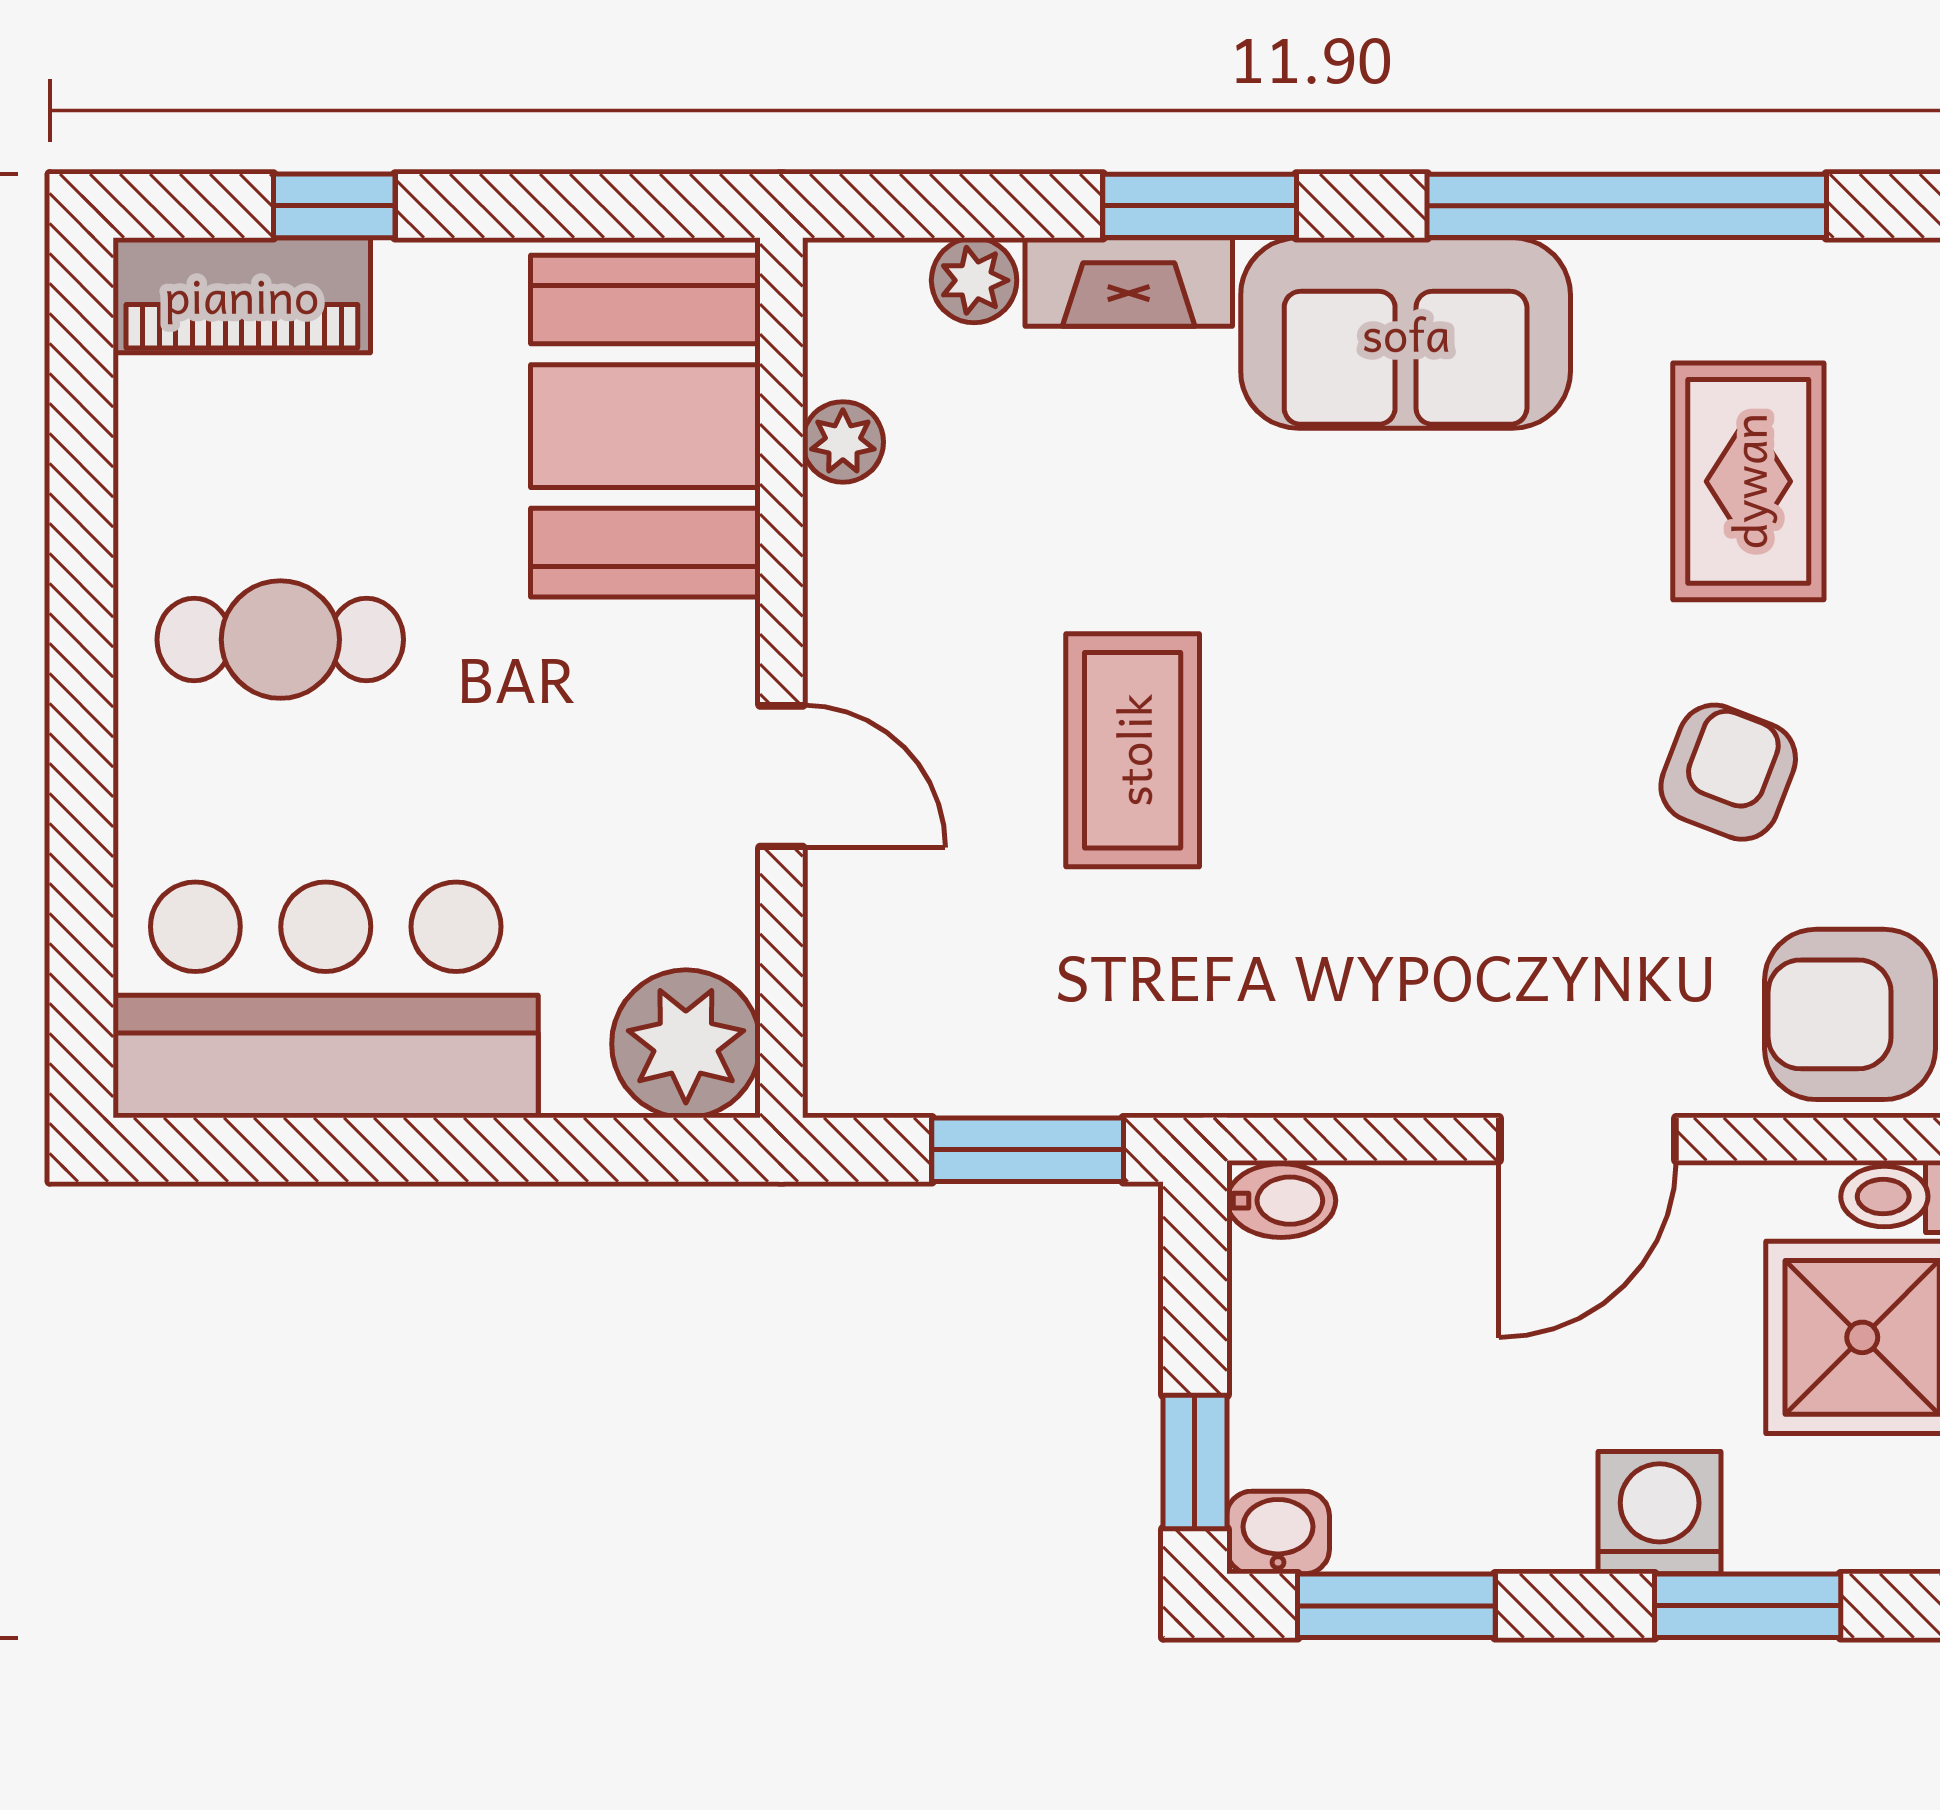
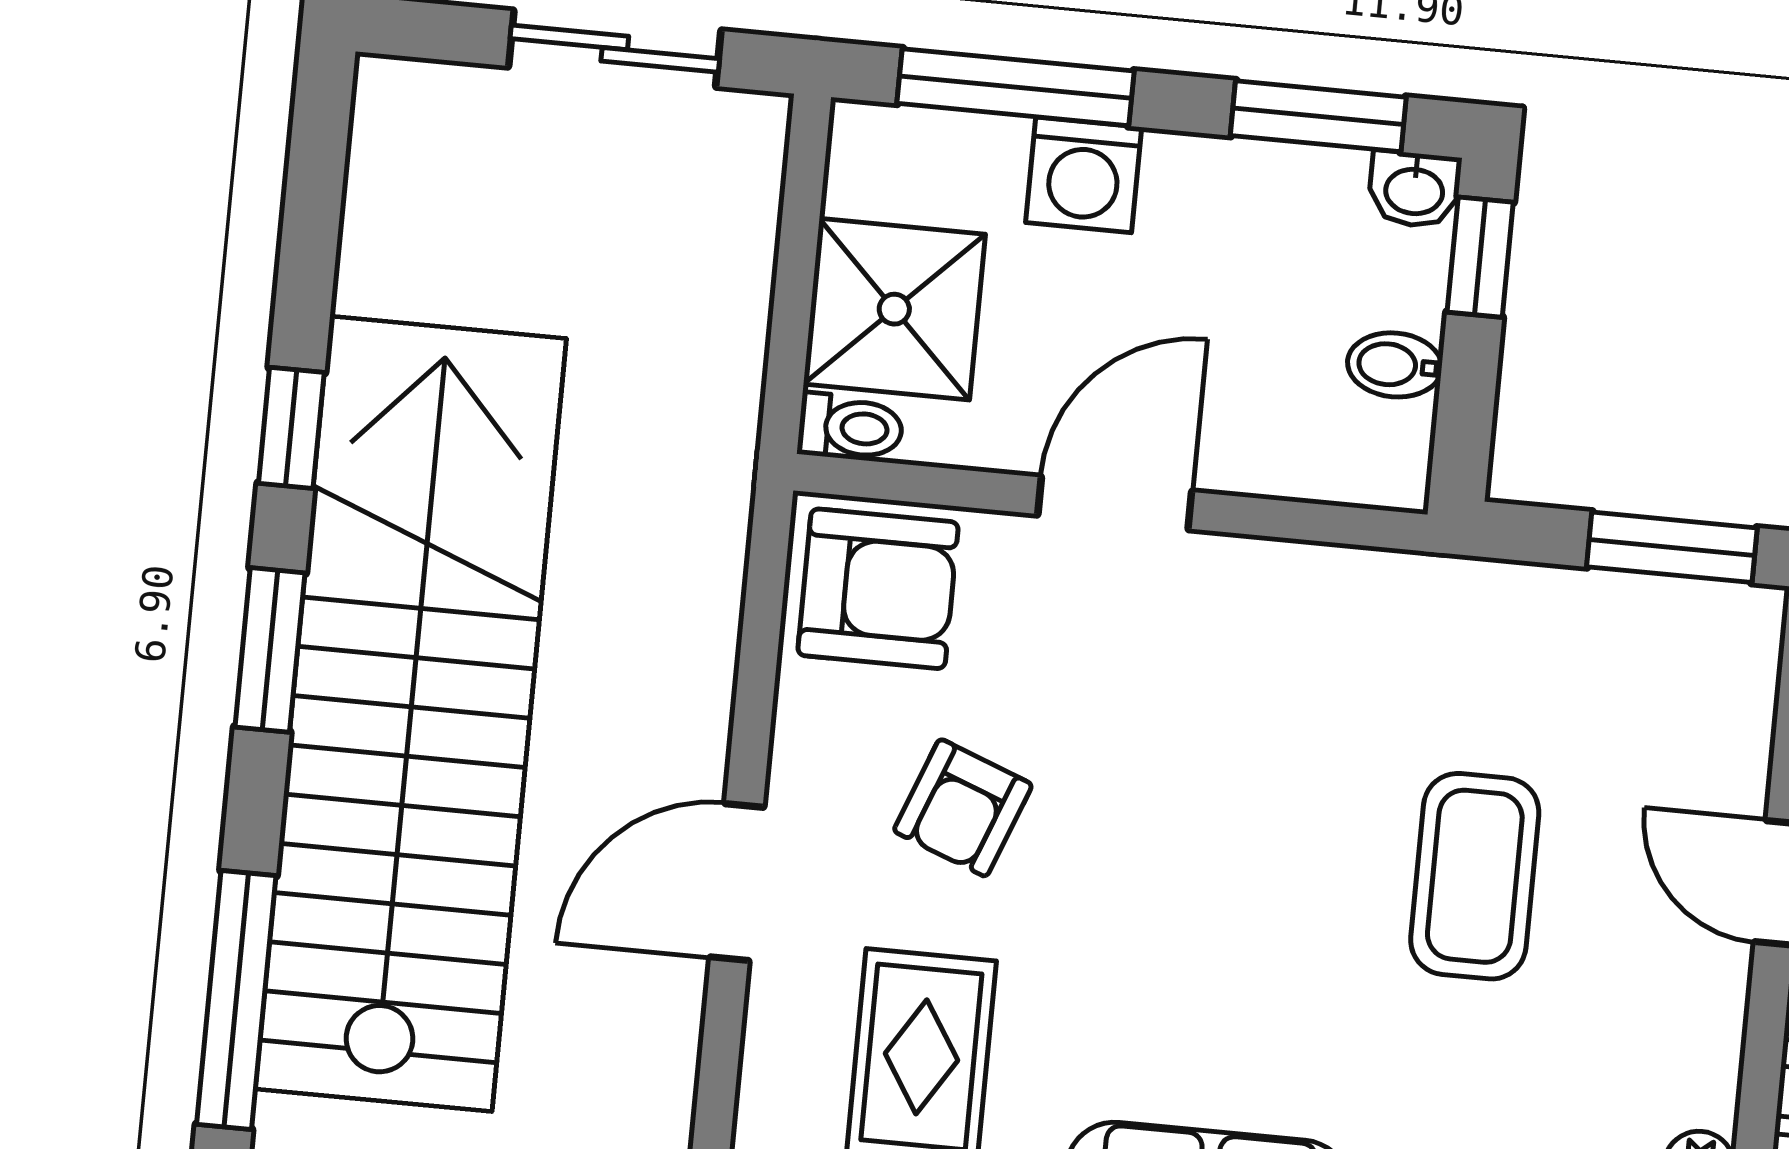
window: (1028, 1150) -> (1672, 547), moved
bidet: (1281, 1201) -> (1395, 365), moved
window: (1748, 1606) -> (1015, 87), width x1.44

